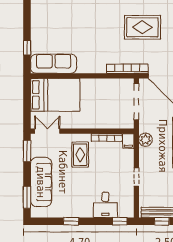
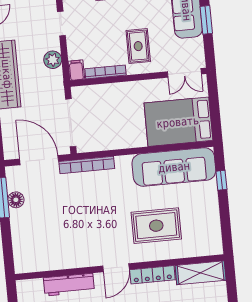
rug: (142, 27) -> (156, 226), moved
sofa: (54, 64) -> (174, 167), width x1.36, depth x1.27
plant: (145, 140) -> (53, 60), moved
window: (27, 151) -> (206, 20), moved

